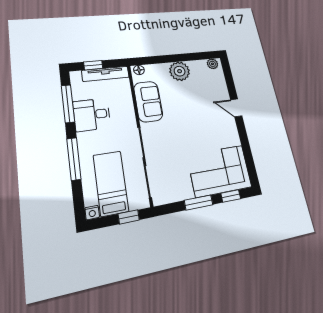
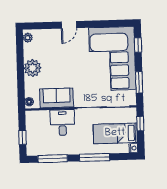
tv unit: (106, 74) -> (31, 129), removed
desk: (92, 115) -> (62, 123), moved, turned 180
corner sofa: (219, 171) -> (112, 59), width x1.36, depth x1.36
window: (199, 203) -> (139, 82), moved

